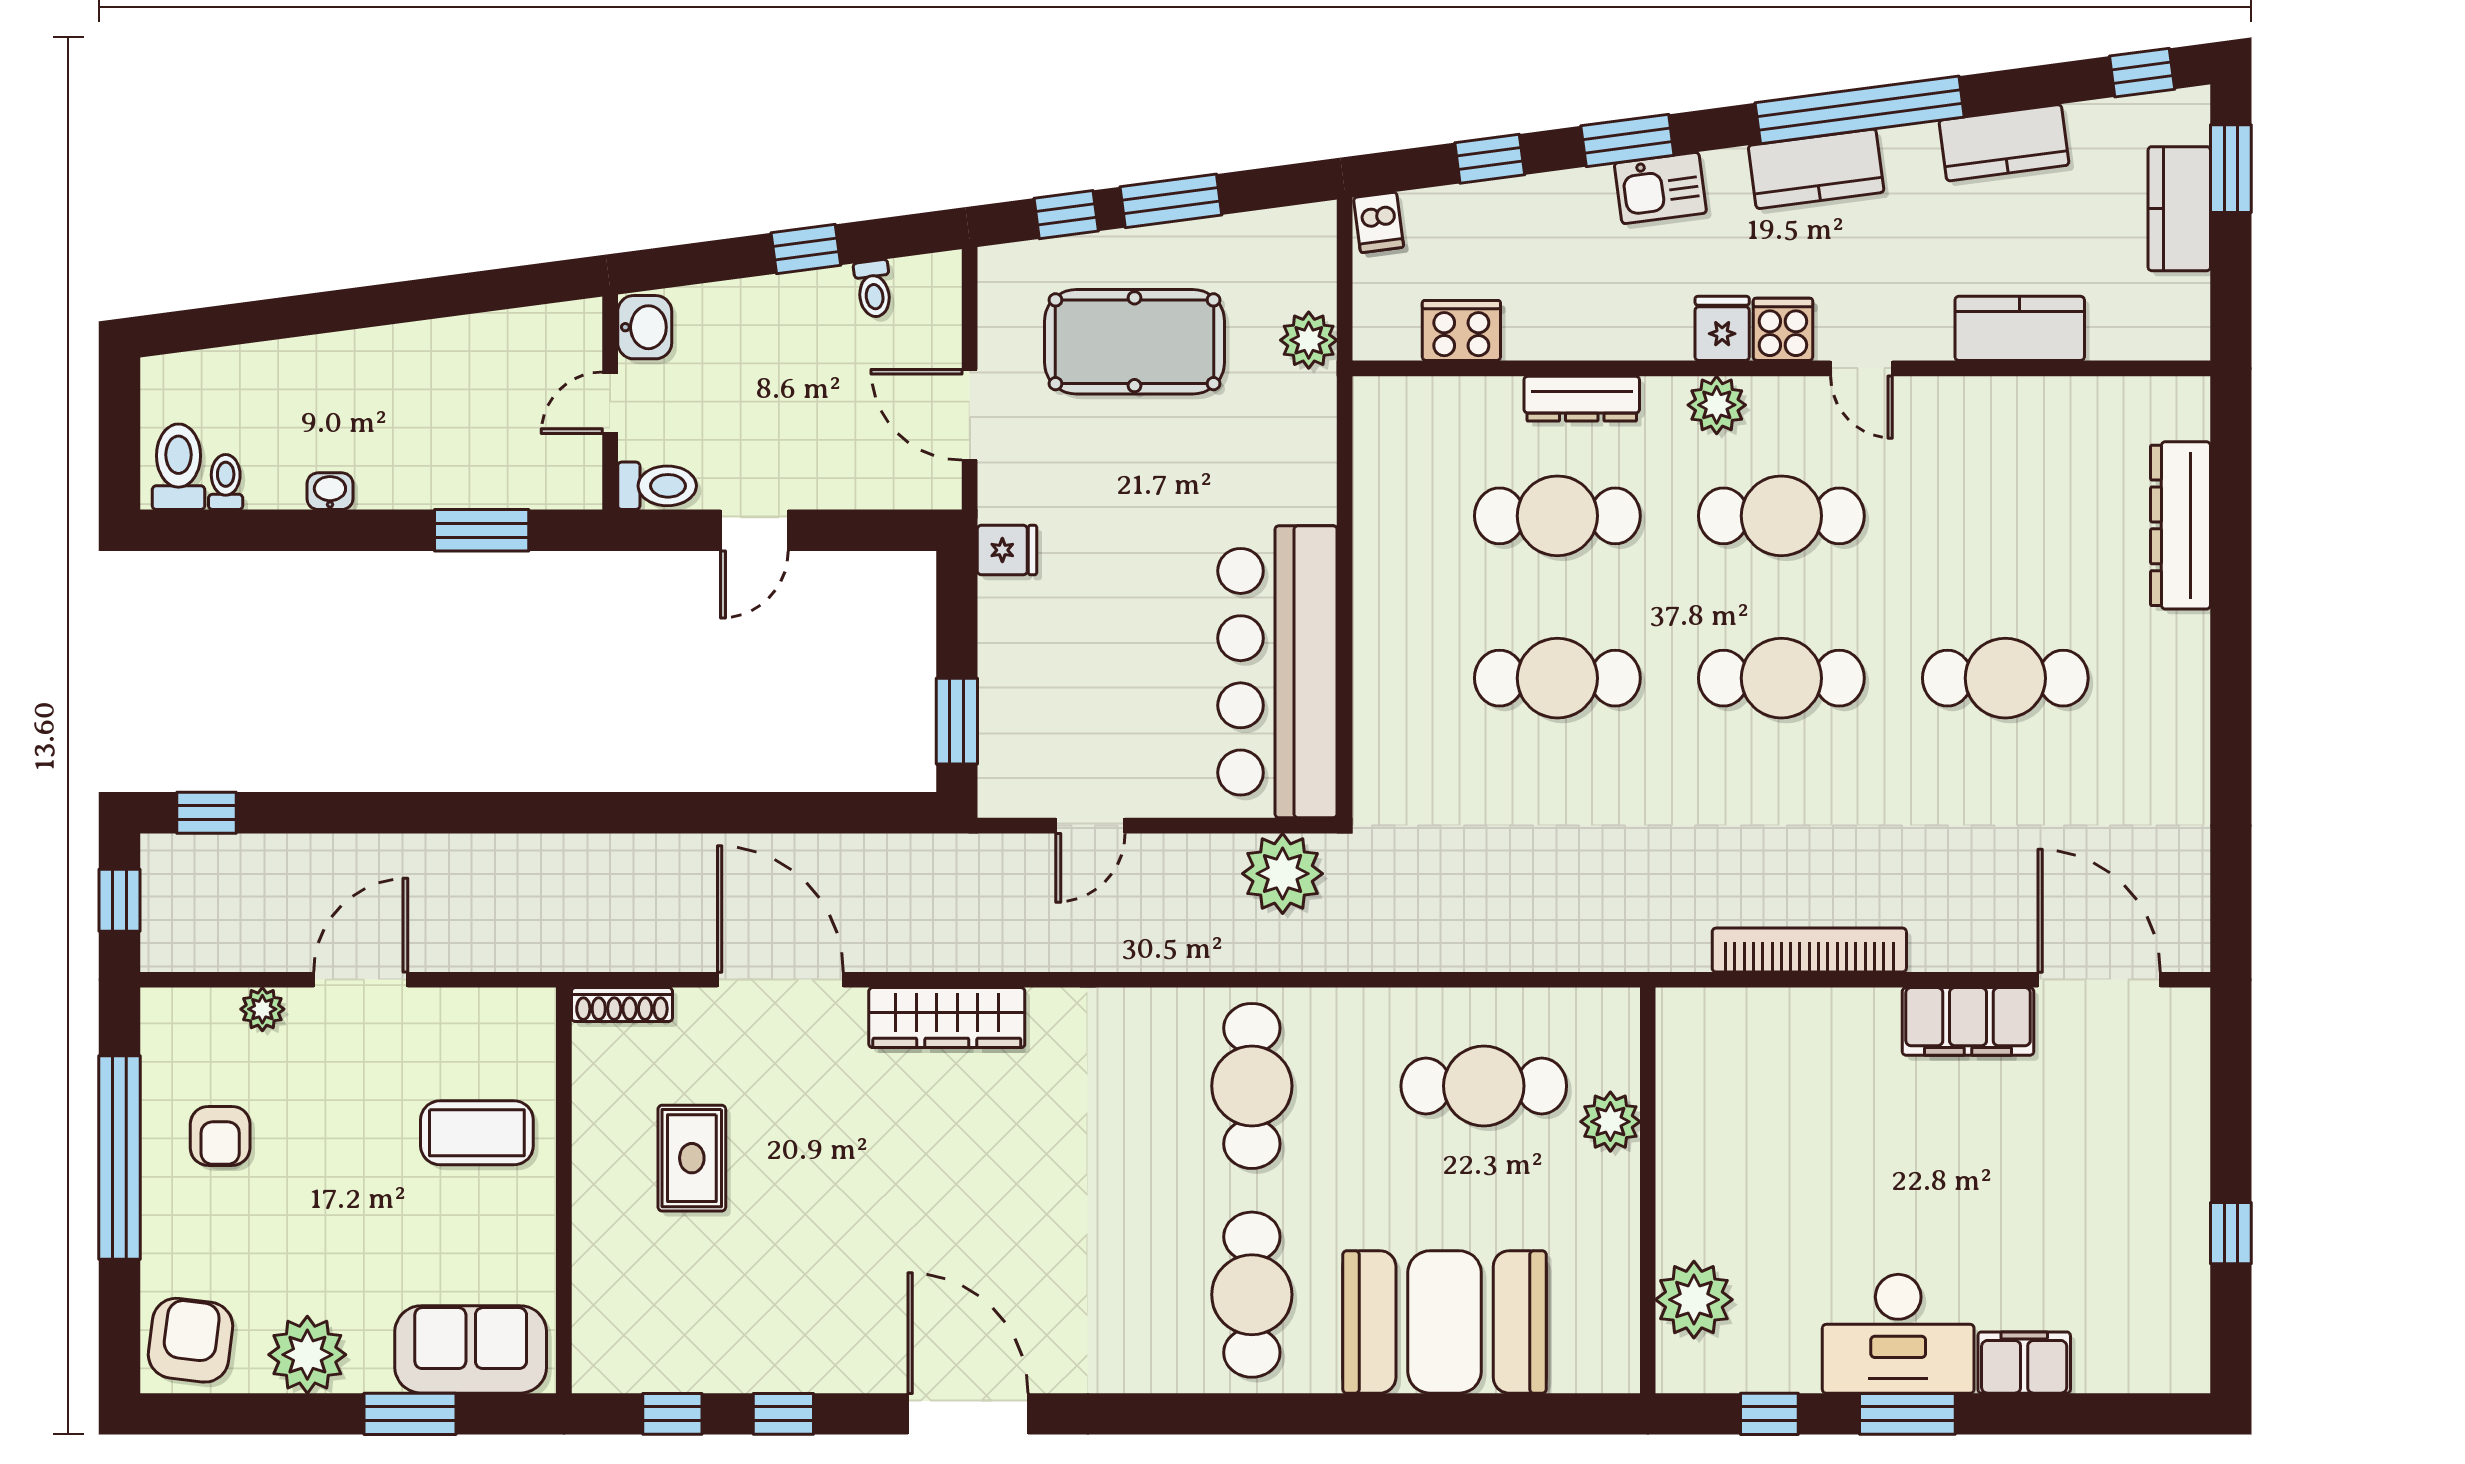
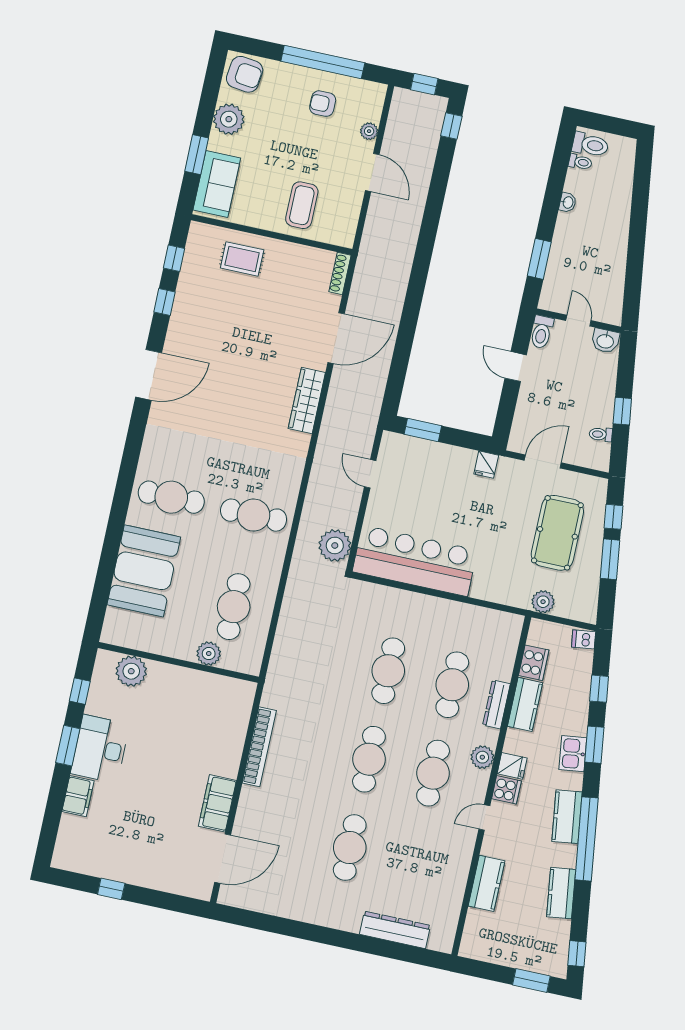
kitchen counter: (2179, 209) -> (525, 704), moved, turned 90
rug: (692, 1158) -> (242, 259), moved

